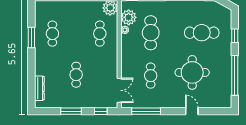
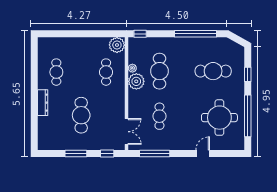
plant: (129, 17) -> (136, 81), moved
window: (31, 38) -> (34, 76), removed
round table: (192, 72) -> (219, 118), moved
cafe table: (76, 75) -> (81, 115), width x1.37, depth x1.35
dresser: (39, 88) -> (43, 103), moved
door: (192, 111) -> (203, 153), hinge flipped

